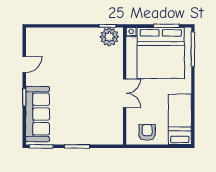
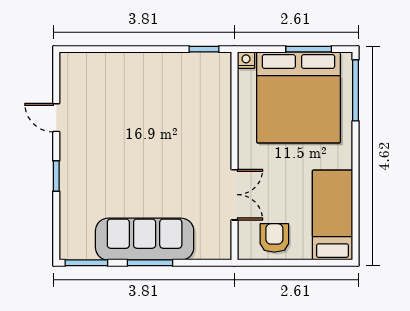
plant: (109, 37) -> (207, 69), removed
door: (24, 64) -> (56, 118), swing flipped
double door: (125, 93) -> (234, 195), moved
sofa: (38, 114) -> (145, 239), moved, turned -90

